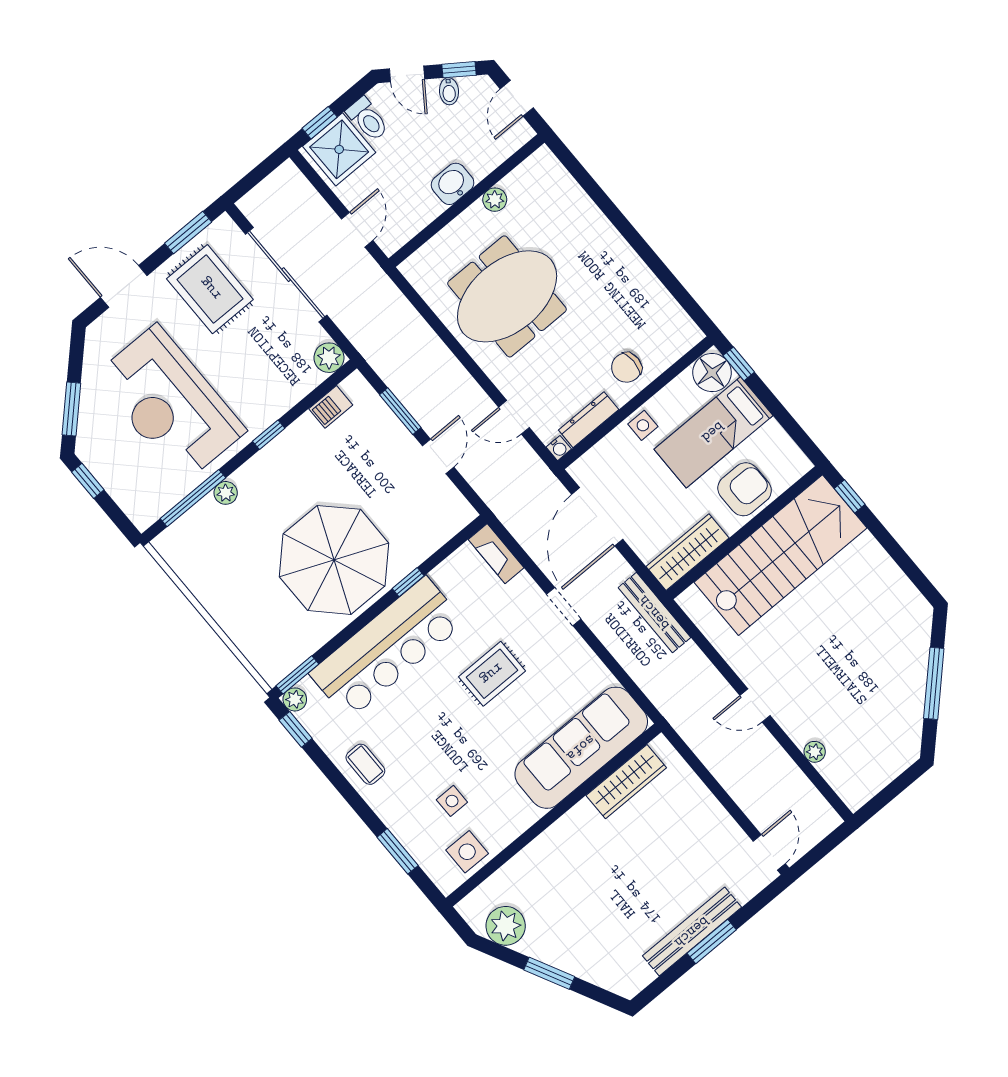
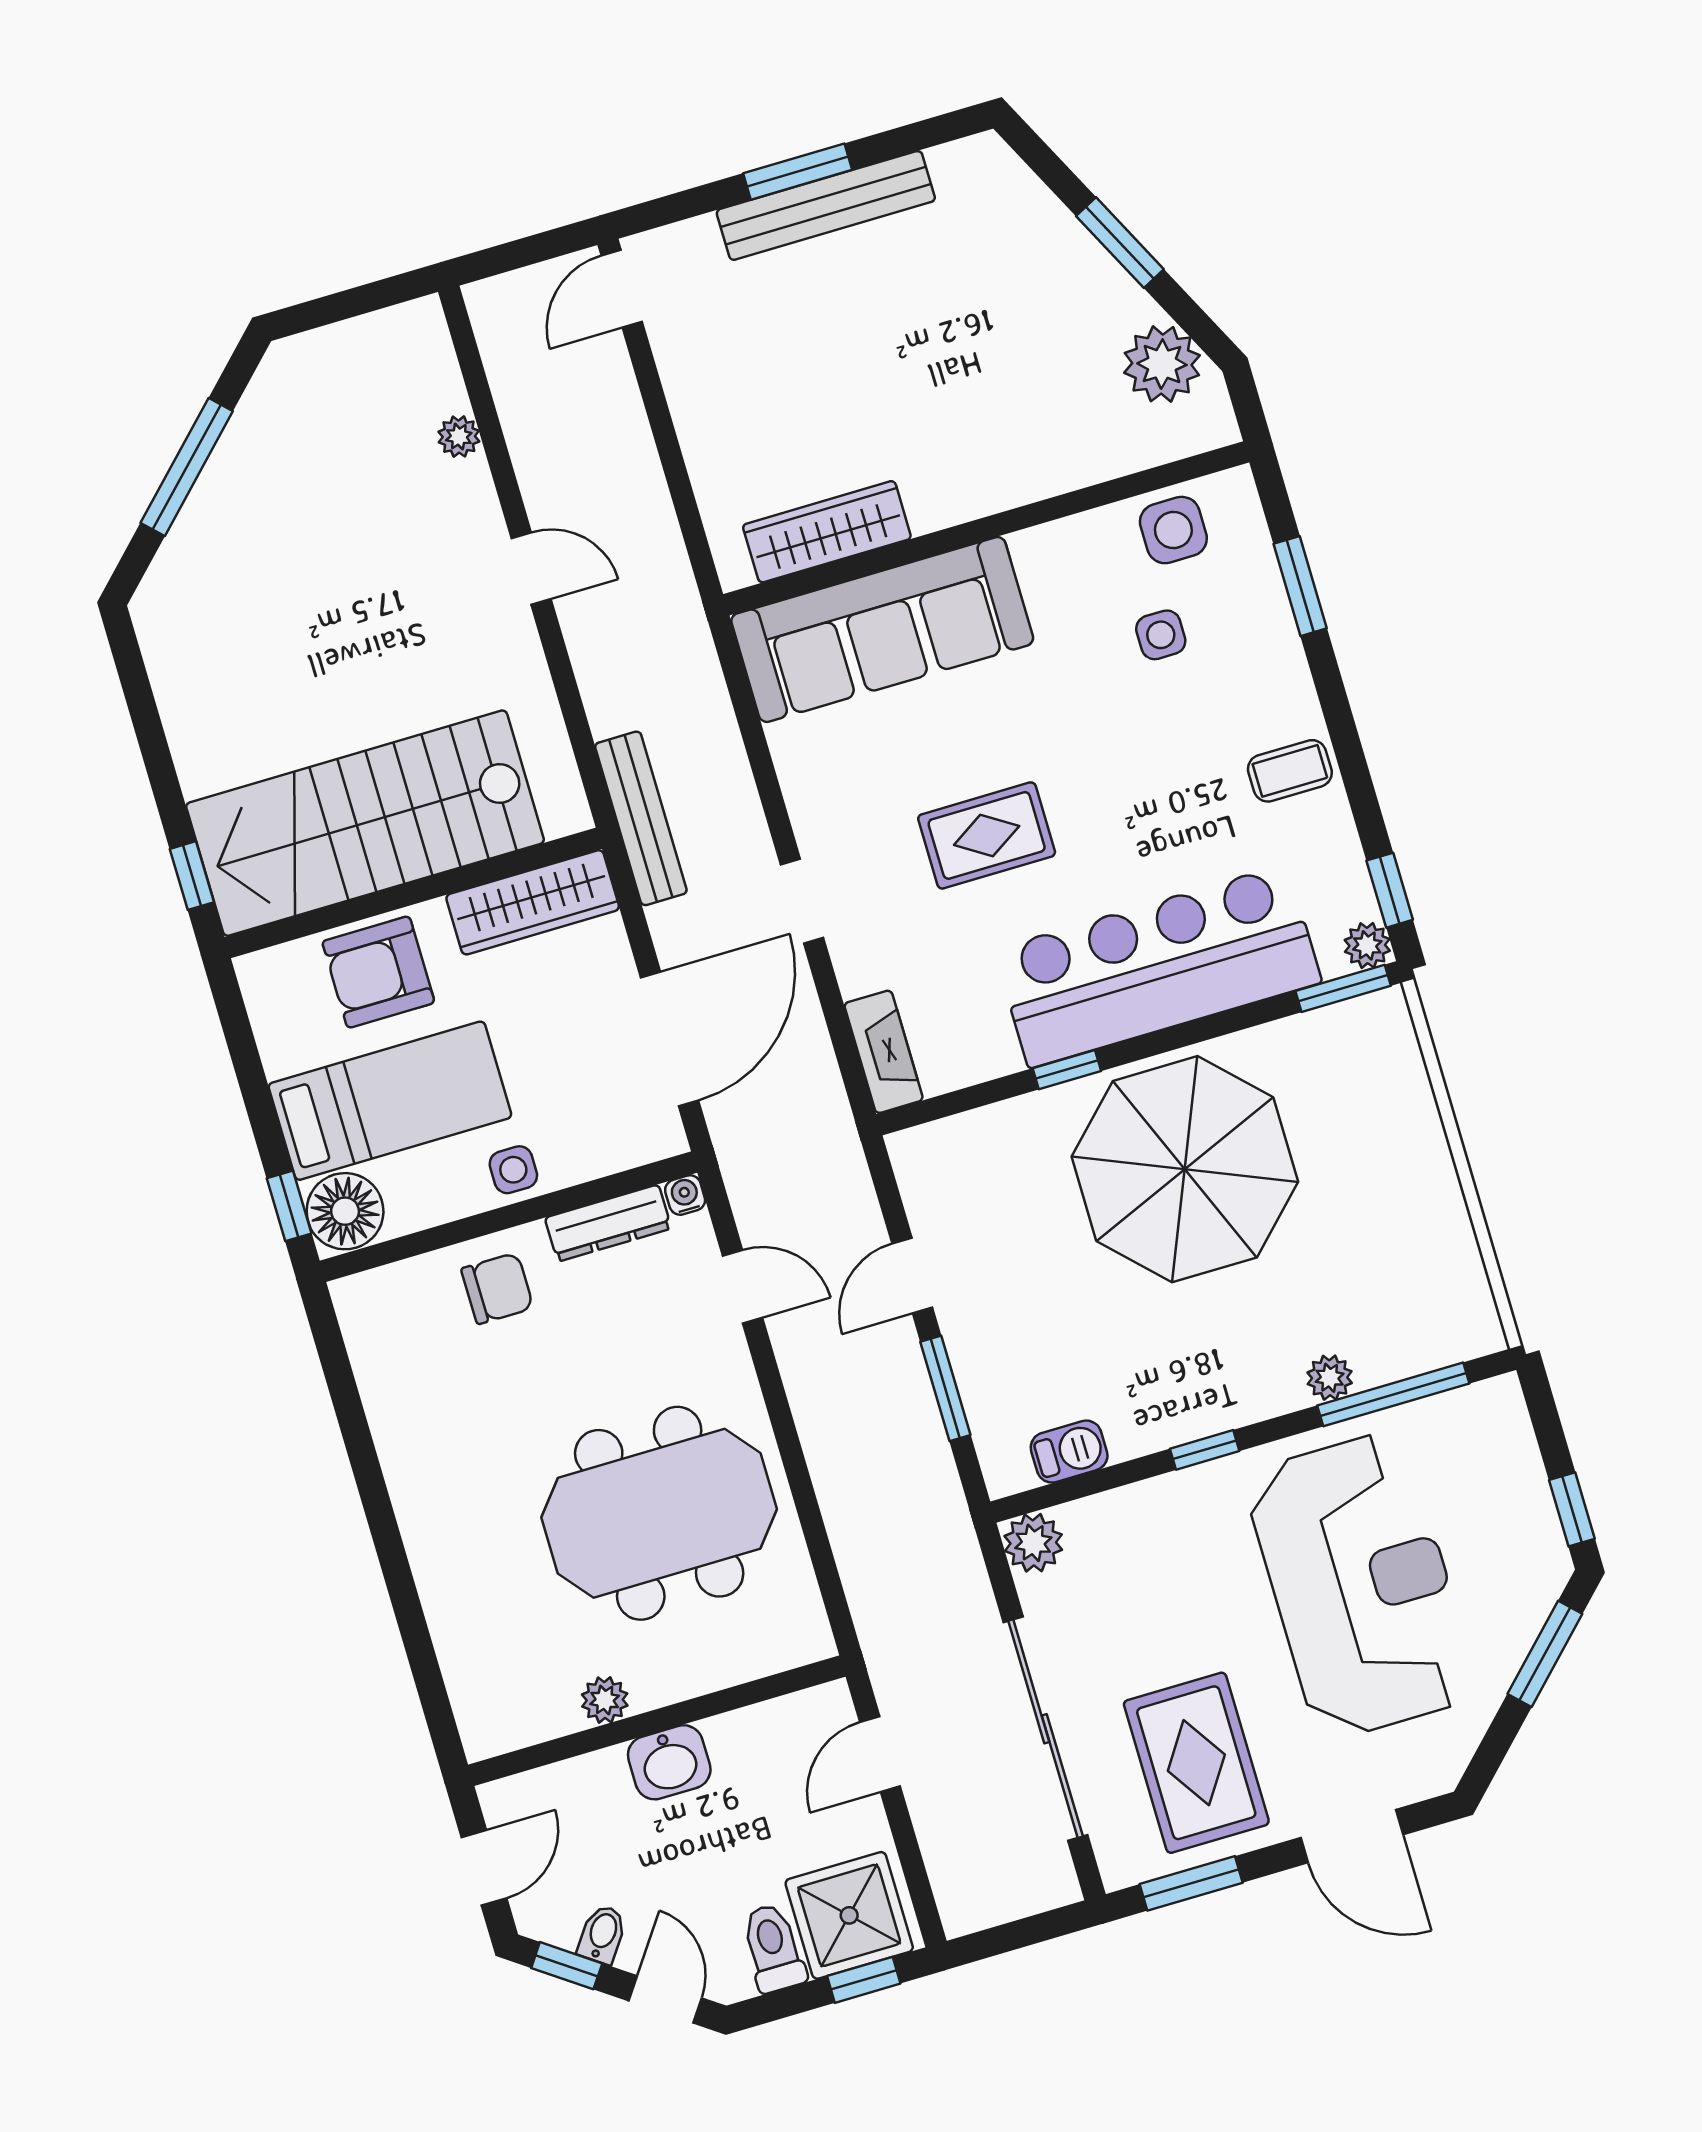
coffee table: (365, 764) -> (1290, 771), turned 90

